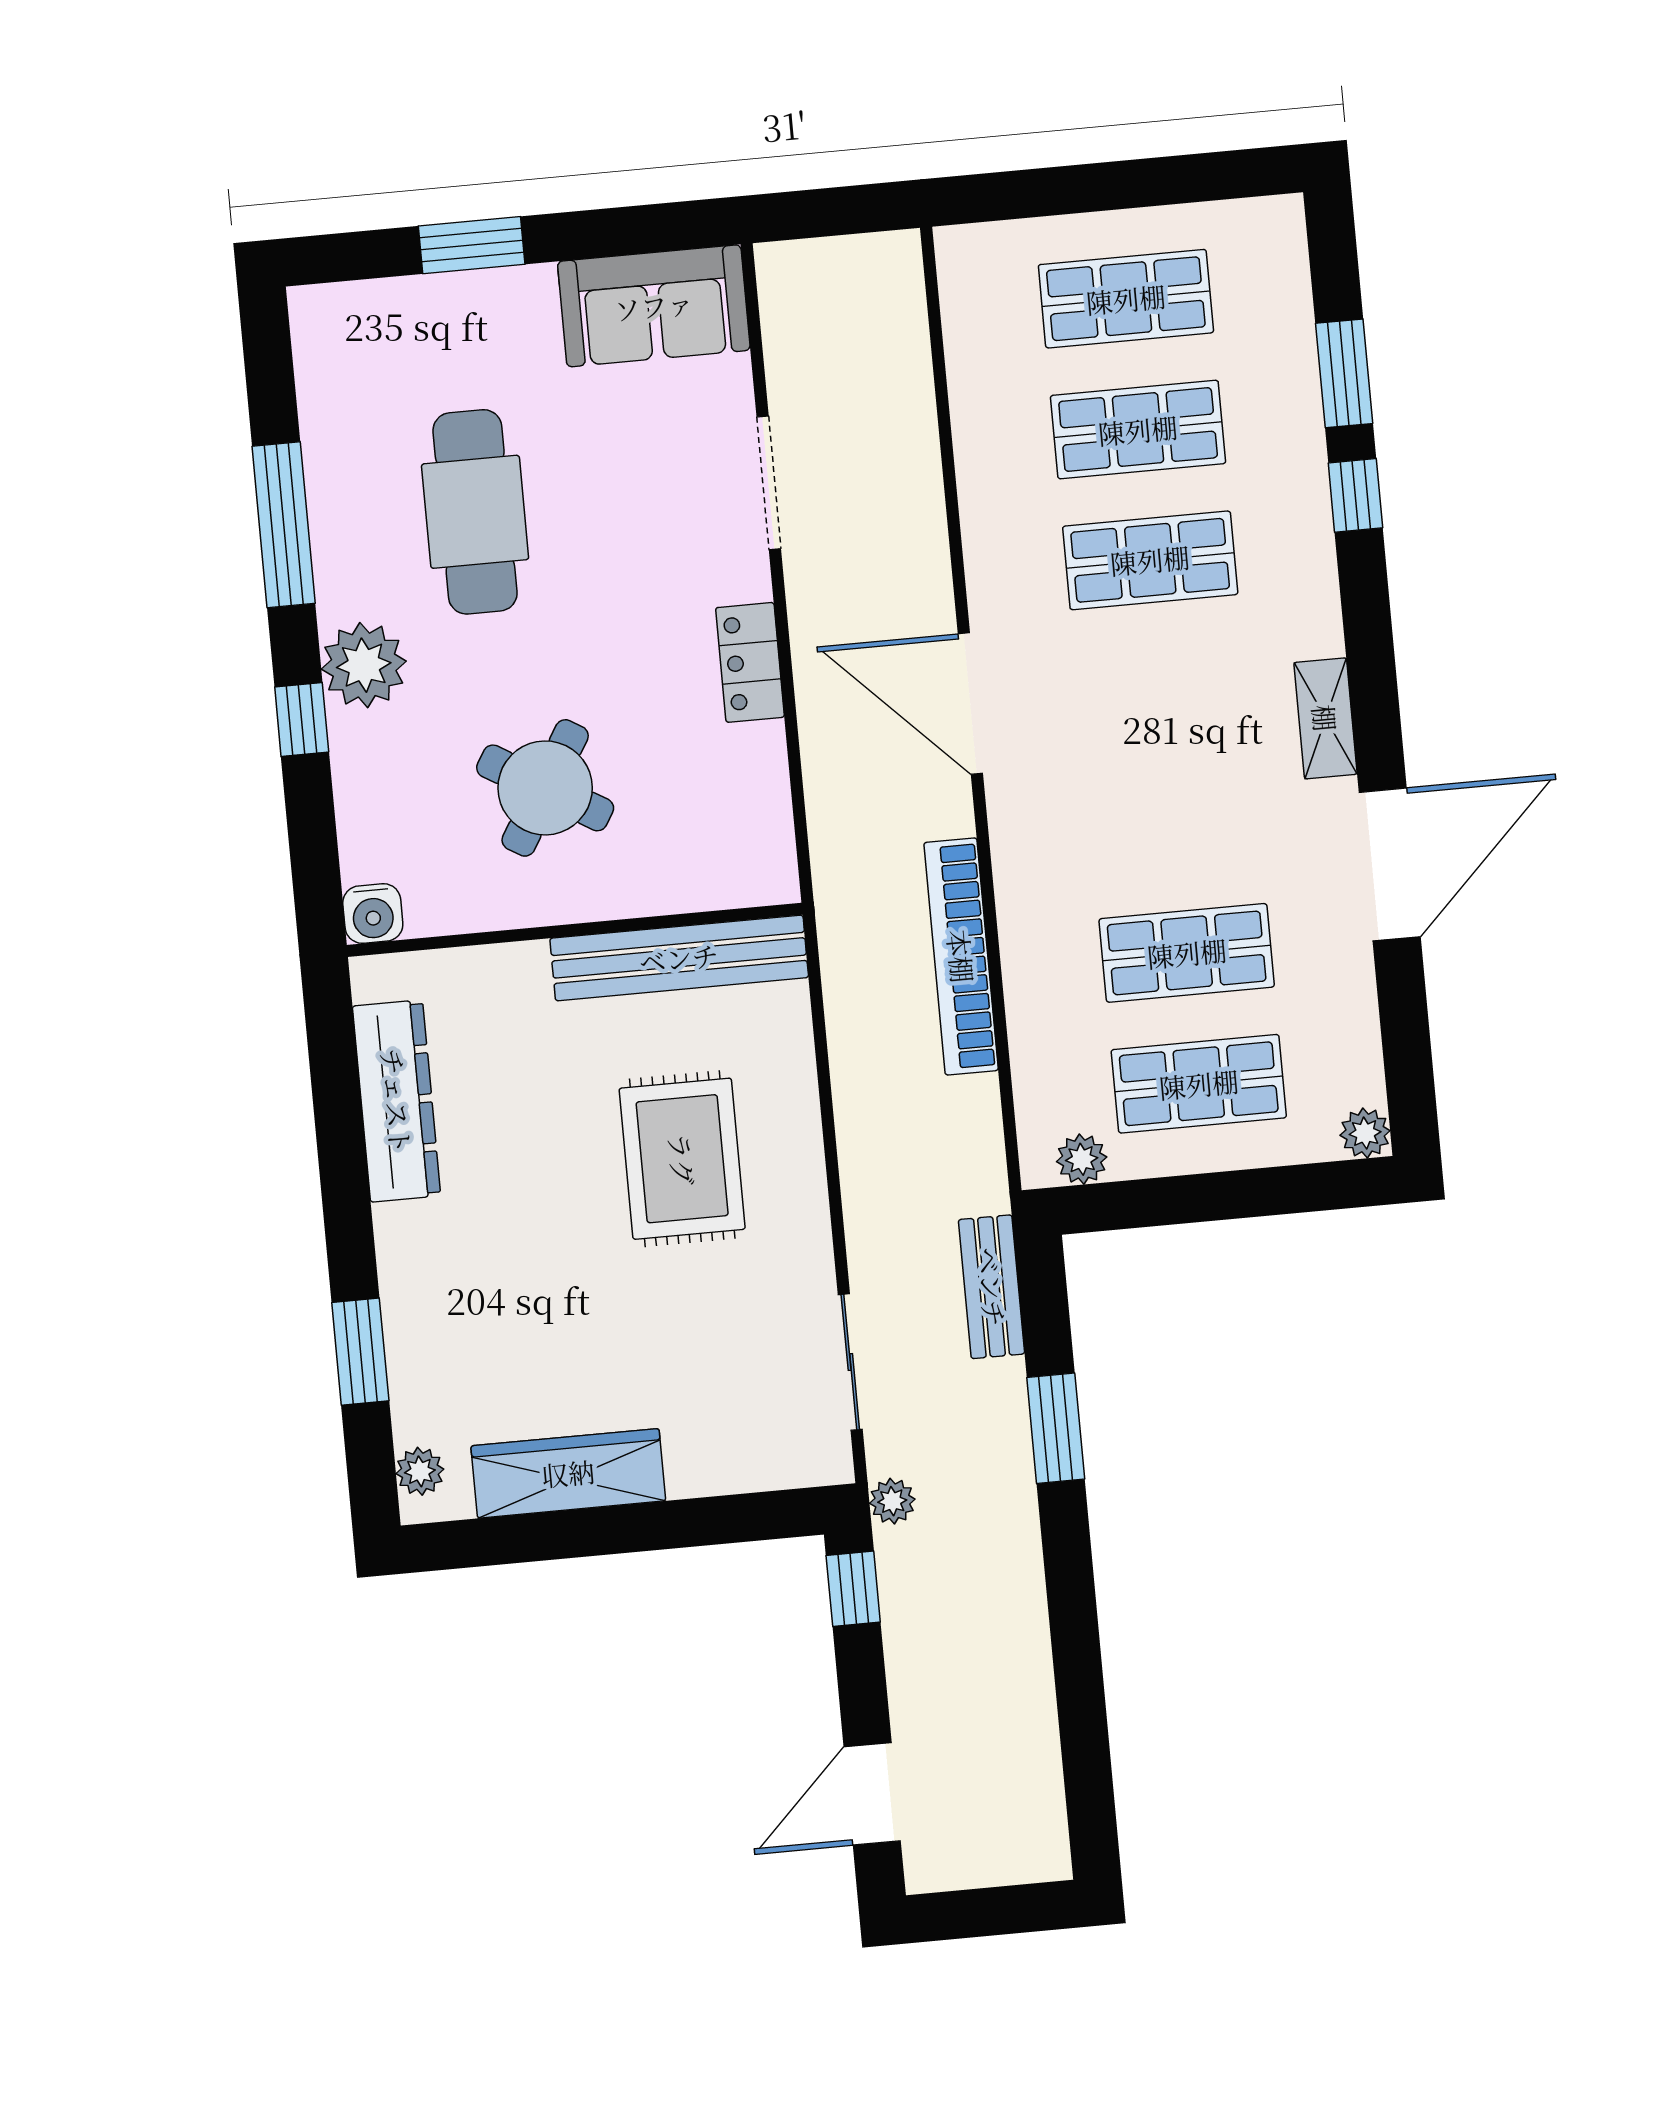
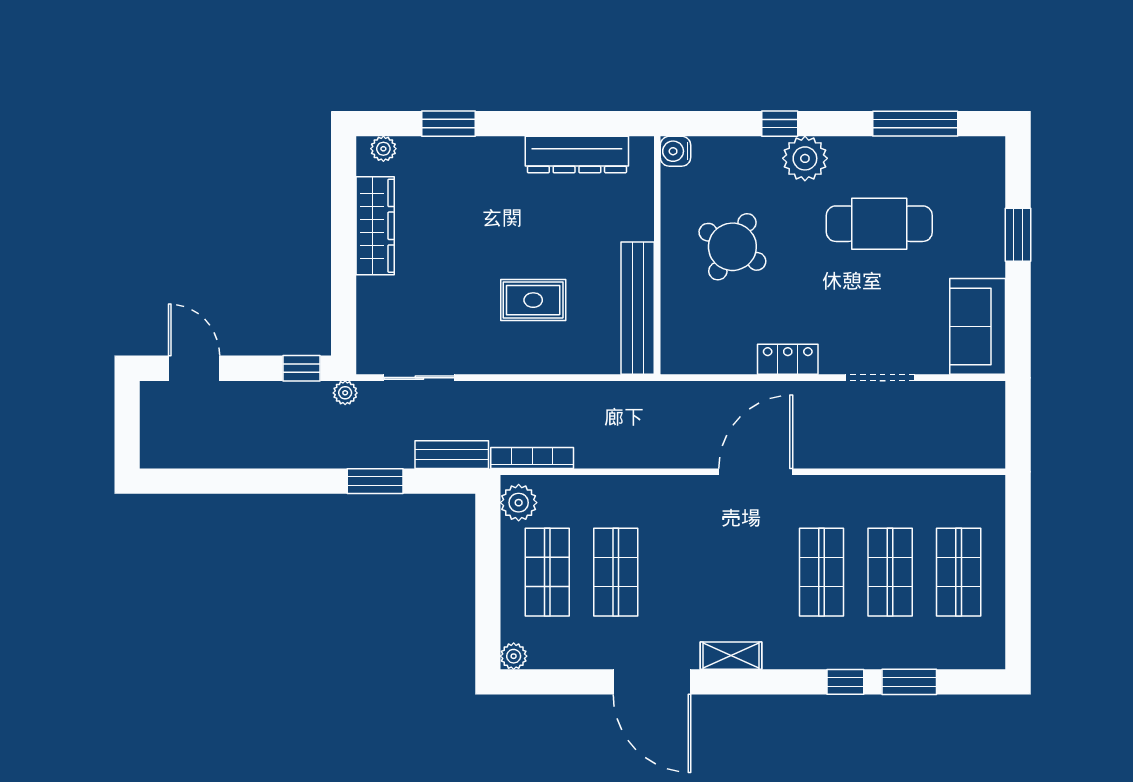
window: (284, 525) -> (915, 124), moved
bookcase: (961, 956) -> (532, 458), moved, width x0.68, depth x0.76
rug: (682, 1159) -> (533, 300), width x0.73, depth x0.70
plant: (1082, 1159) -> (519, 503), width x1.38, depth x1.38

